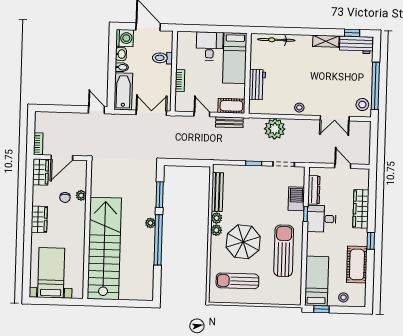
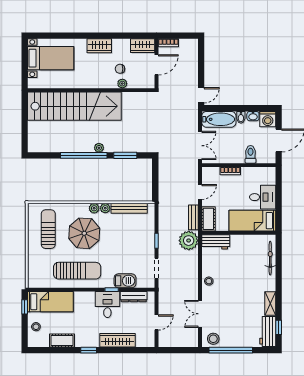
workbench: (257, 85) -> (216, 242), moved
plant: (275, 129) -> (189, 241), moved
door: (62, 158) -> (156, 65), swing flipped
cot: (357, 264) -> (62, 340), width x0.73, depth x0.75

